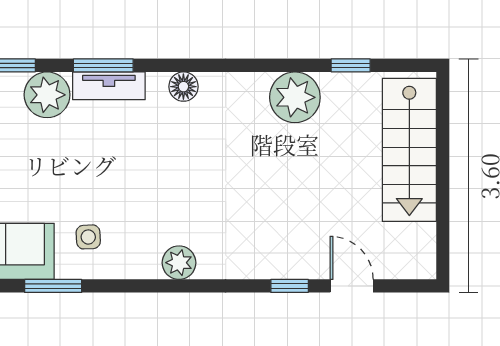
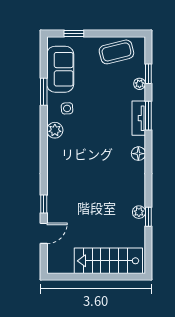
window: (351, 65) -> (148, 217), moved
plant: (47, 95) -> (140, 84), width x0.53, depth x0.53
plant: (295, 97) -> (139, 212), width x0.53, depth x0.53
plant: (179, 263) -> (55, 130), moved

